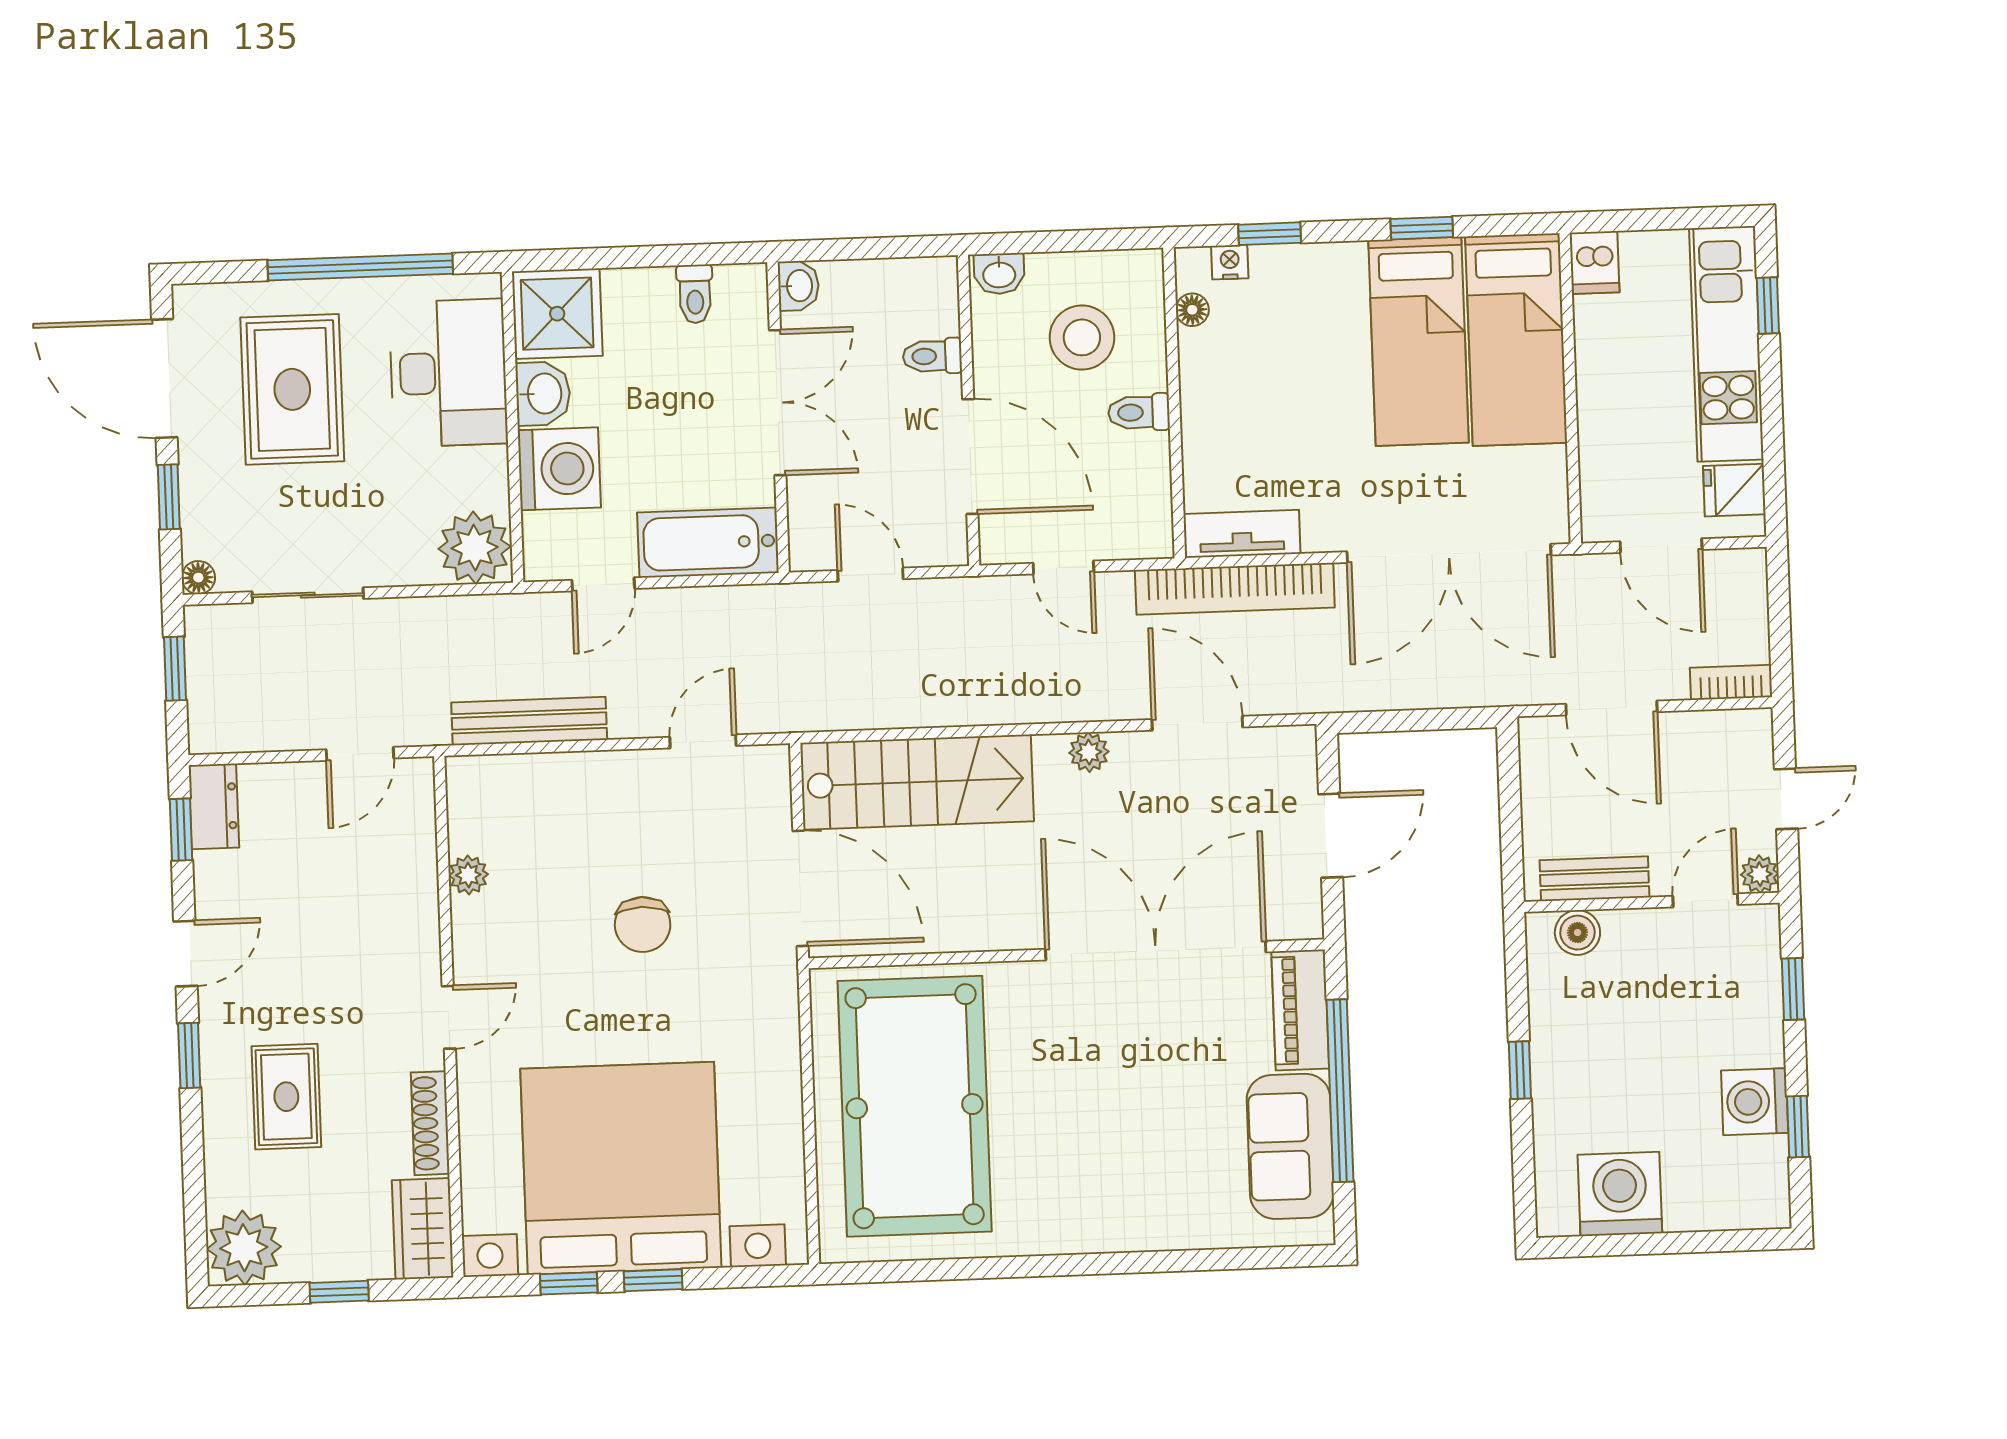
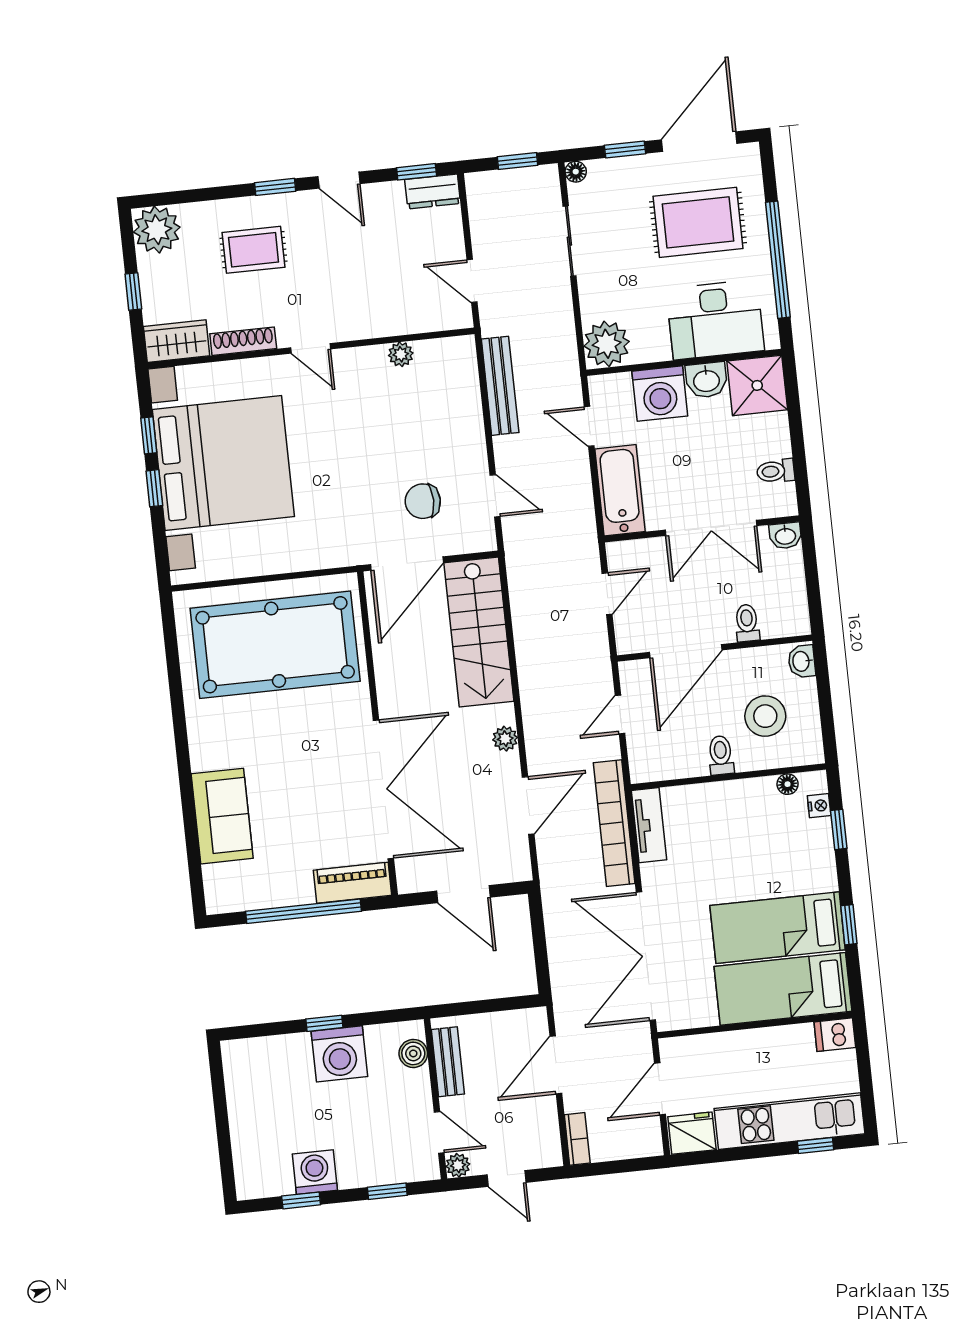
fridge: (1734, 490) -> (692, 1133), width x1.38
chair: (643, 925) -> (423, 501), moved
sofa: (1290, 1146) -> (222, 816), moved, turned 90
washing machine: (1620, 1194) -> (339, 1054), moved, turned 90

